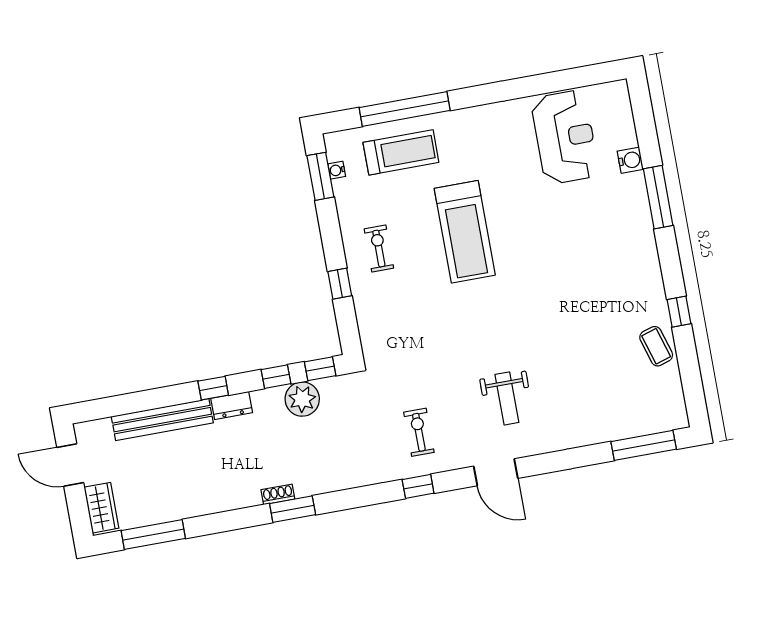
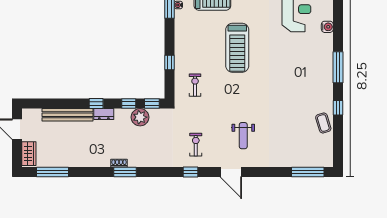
window: (658, 197) -> (338, 67), moved
exercise bike: (379, 248) -> (195, 85), moved

